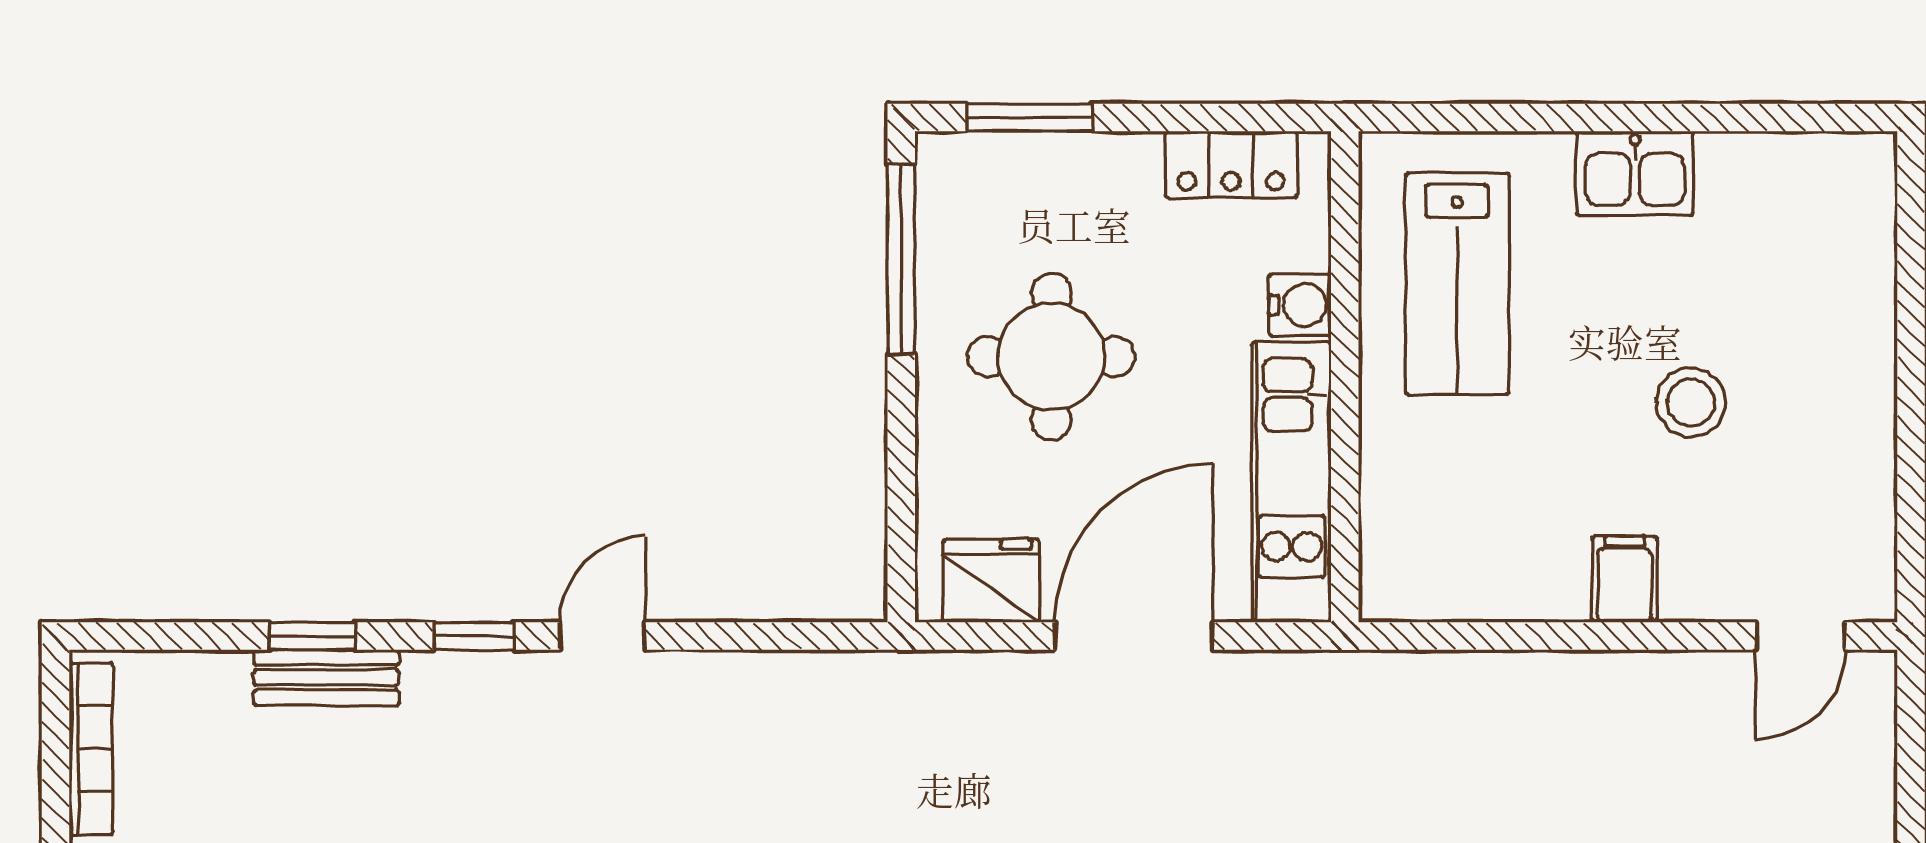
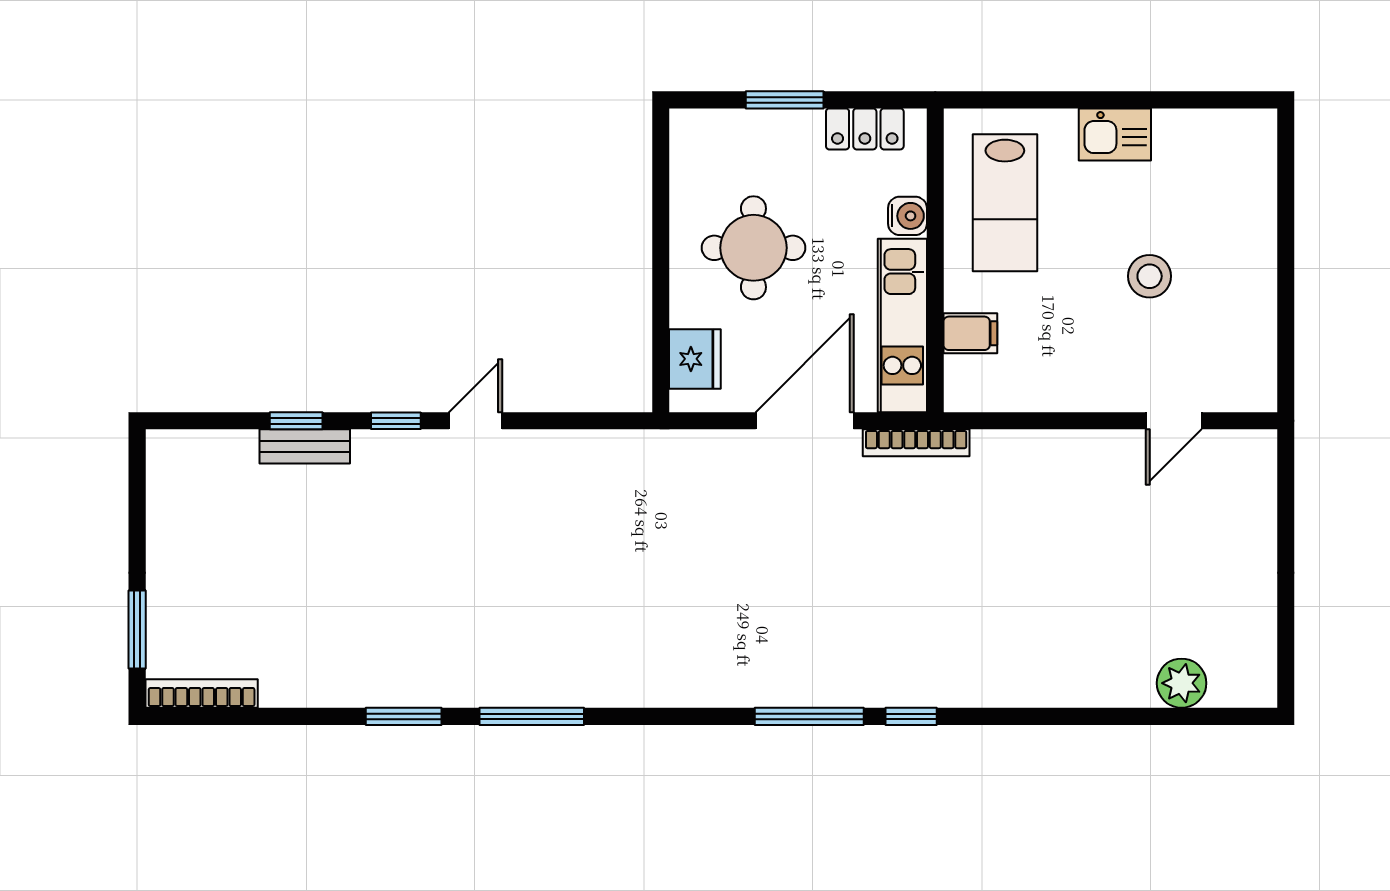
window: (1029, 118) -> (785, 100), moved
window: (901, 259) -> (661, 188), removed
filing cabinet: (1625, 579) -> (970, 333), moved, turned 90
fridge: (991, 581) -> (695, 359), moved, turned 90
door: (1800, 636) -> (1174, 421), moved
bookcase: (91, 749) -> (916, 443), moved, turned 90

